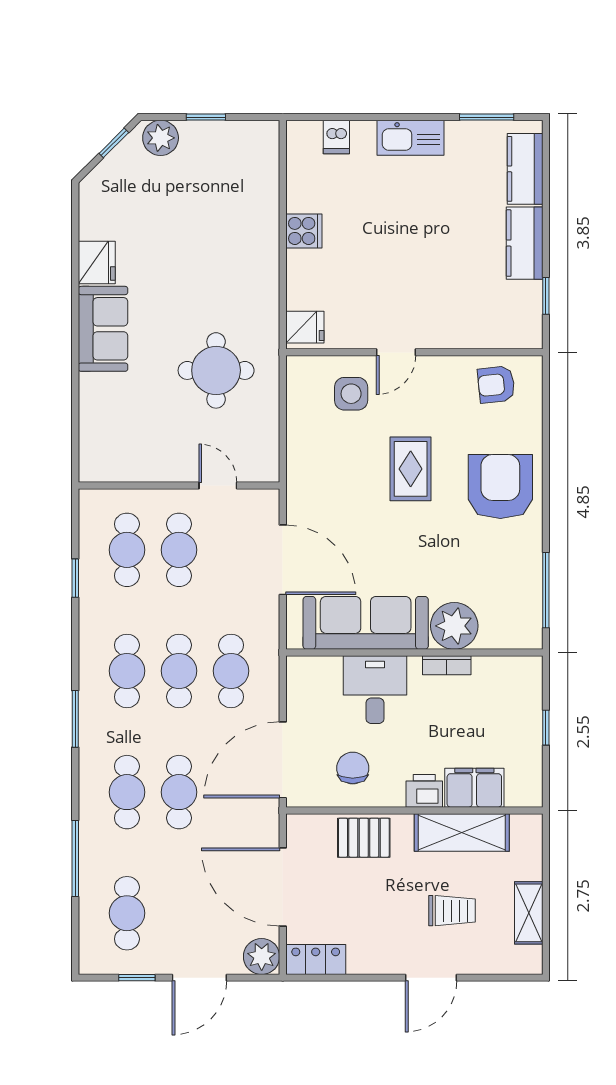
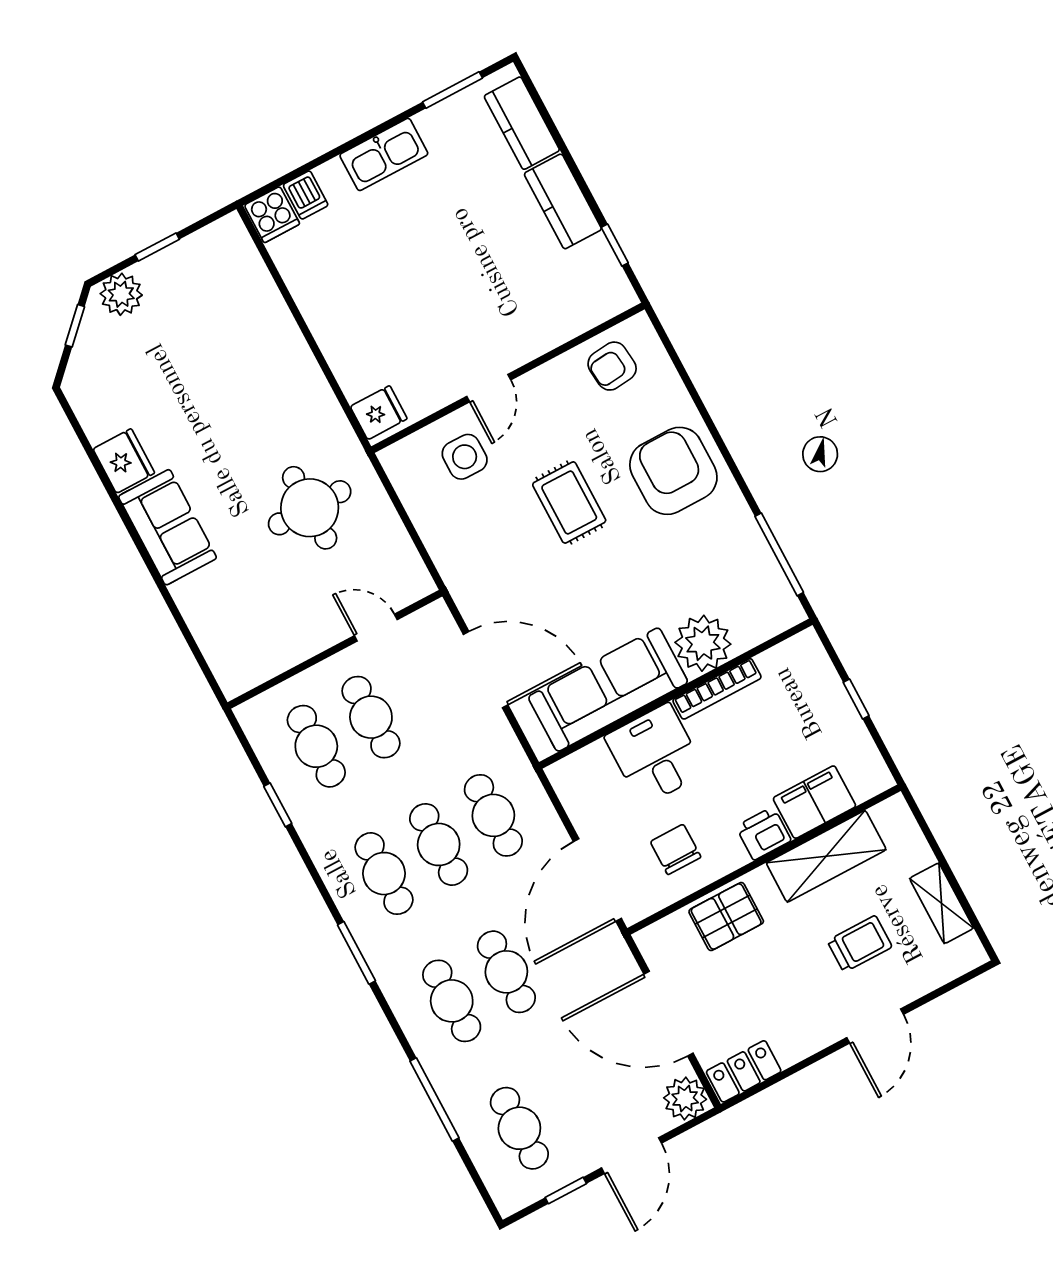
cooker: (304, 231) -> (272, 215), moved, turned 90
bookcase: (447, 665) -> (717, 689), width x1.56

